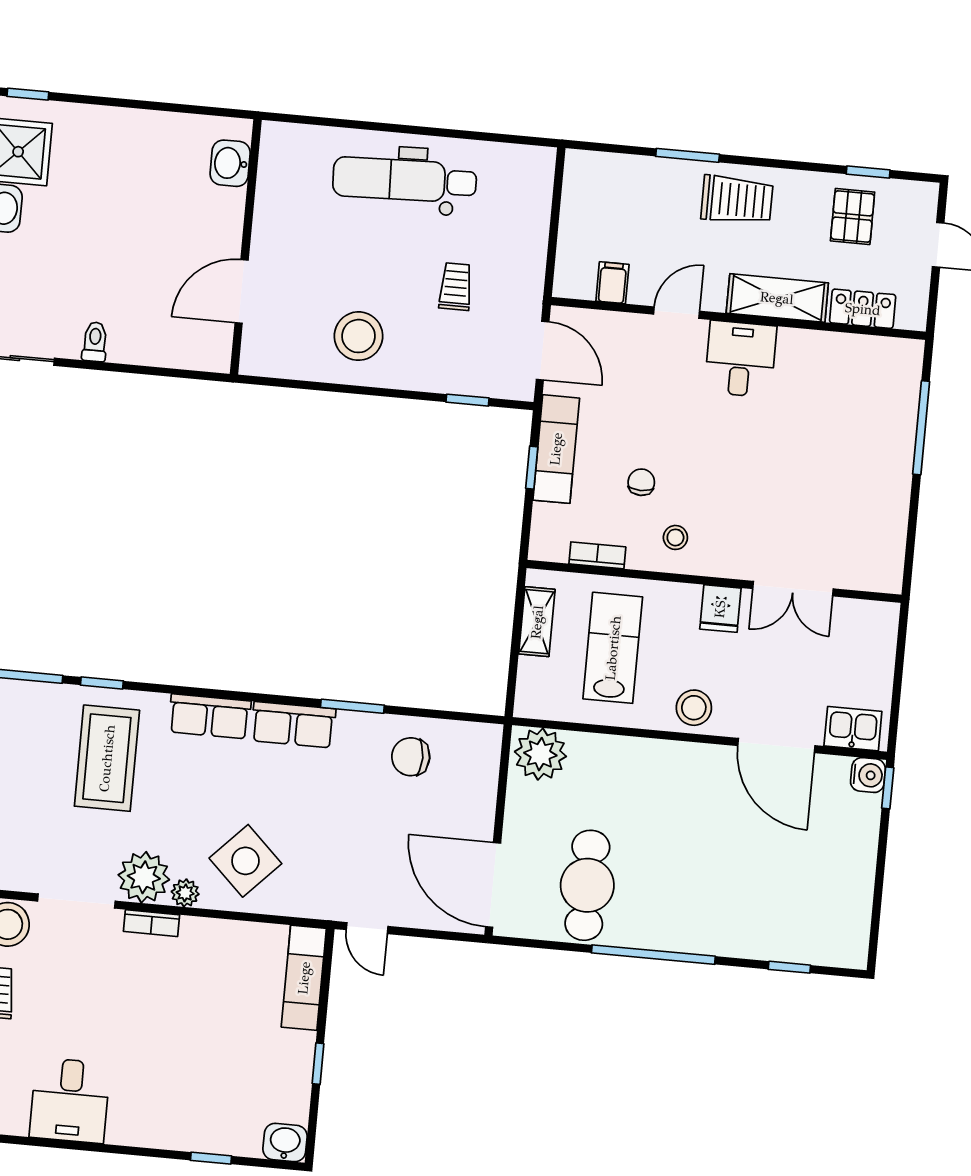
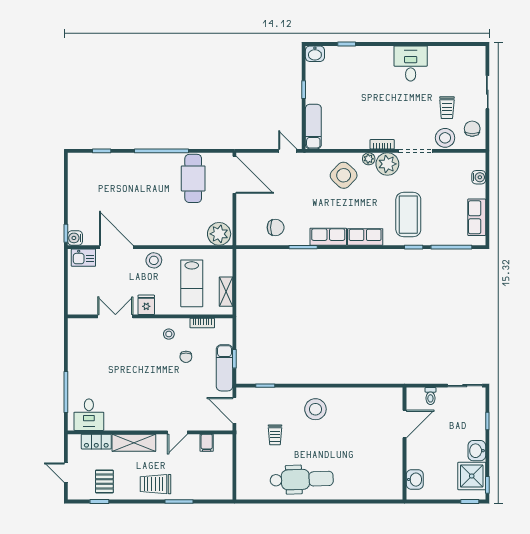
washbasin: (230, 163) -> (415, 480), moved
wall: (246, 247) -> (405, 444), moved
door: (242, 291) -> (405, 424), moved
desk: (740, 359) -> (89, 415), moved

